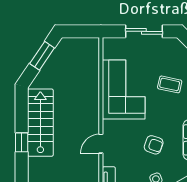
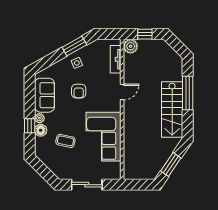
window: (22, 142) -> (188, 93), width x2.17
armchair: (154, 145) -> (79, 91), turned -109

